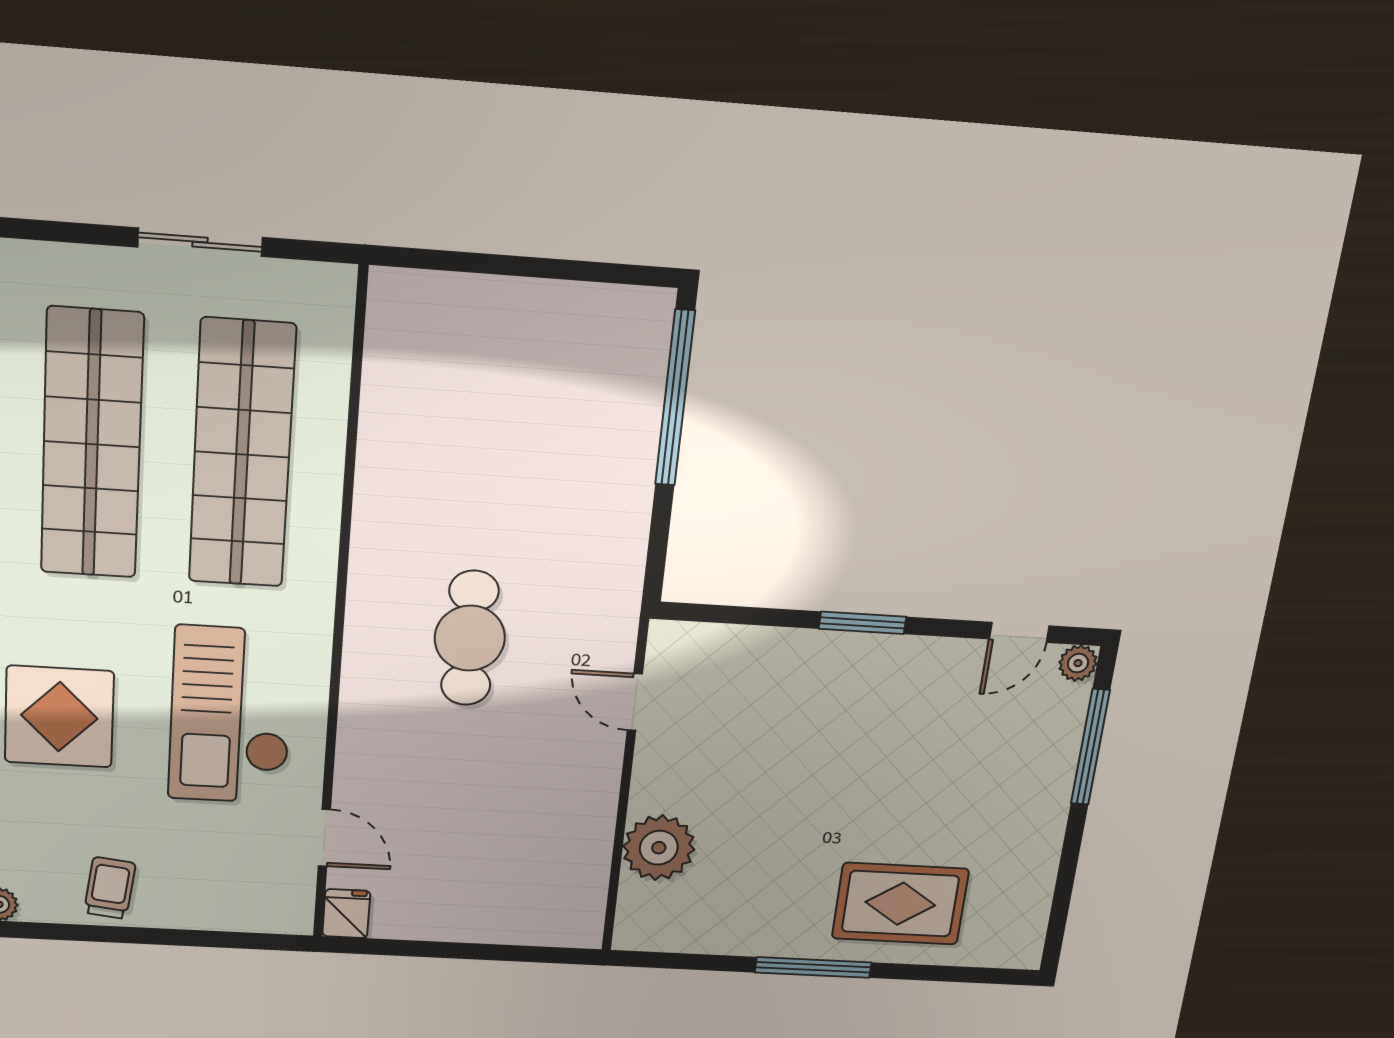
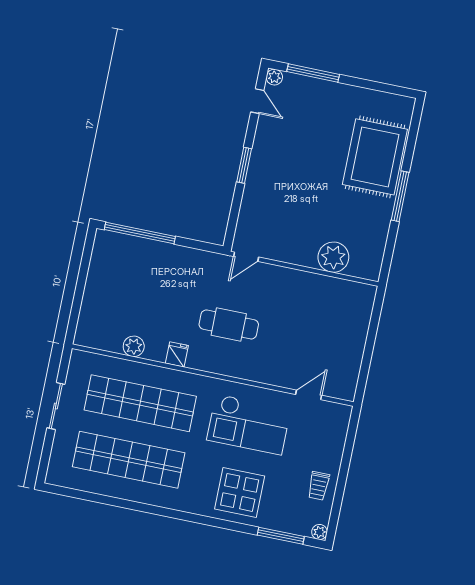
plant: (385, 420) -> (134, 346), added
door: (635, 702) -> (246, 257), moved
trolley: (110, 888) -> (319, 486), turned -97
rug: (900, 904) -> (375, 157), width x1.37, depth x1.44
fridge: (346, 914) -> (177, 354), moved, turned 90

